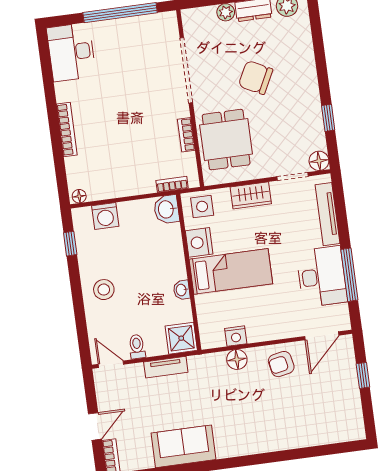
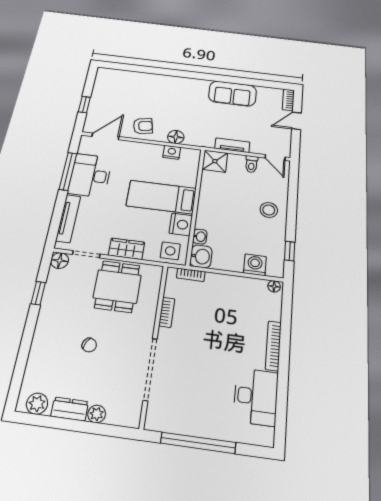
desk: (71, 52) -> (256, 397), moved
chair: (256, 78) -> (89, 345), width x0.54, depth x0.54
dining table: (226, 140) -> (117, 286), moved
washbasin: (182, 290) -> (200, 237), moved

